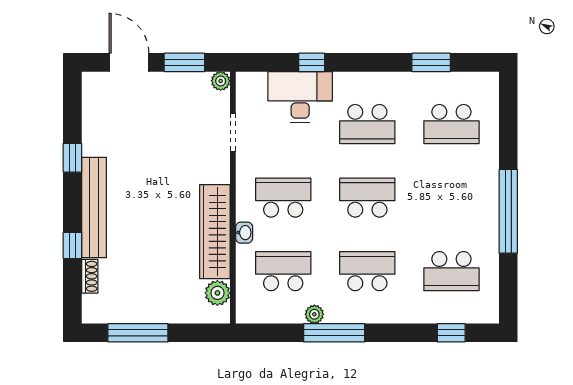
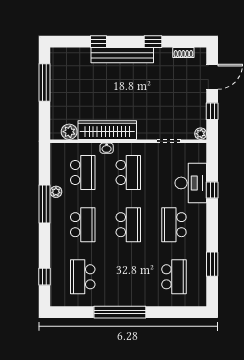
window: (184, 62) -> (212, 111), width x0.67
school desk: (451, 124) -> (174, 277), turned 180
shoe rack: (90, 276) -> (183, 52), moved

